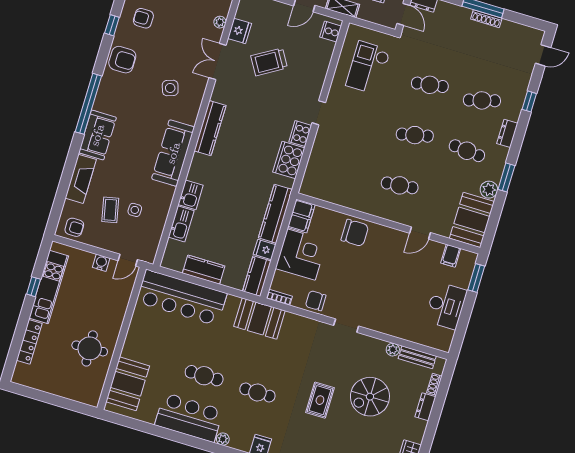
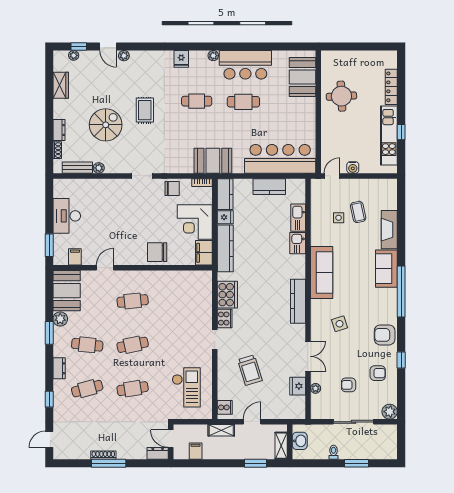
trolley: (269, 62) -> (250, 370), moved, turned 104
armchair: (74, 227) -> (349, 385), moved

